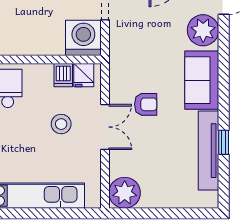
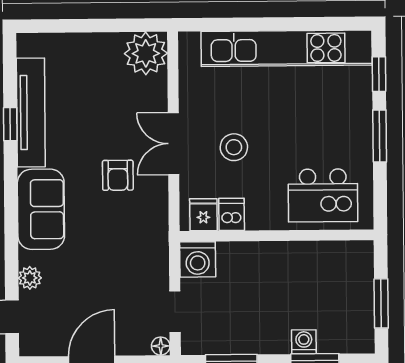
plant: (203, 30) -> (30, 278), width x0.53, depth x0.53
washing machine: (83, 38) -> (198, 259), width x0.73, depth x0.73
armchair: (146, 104) -> (118, 175), turned -90

